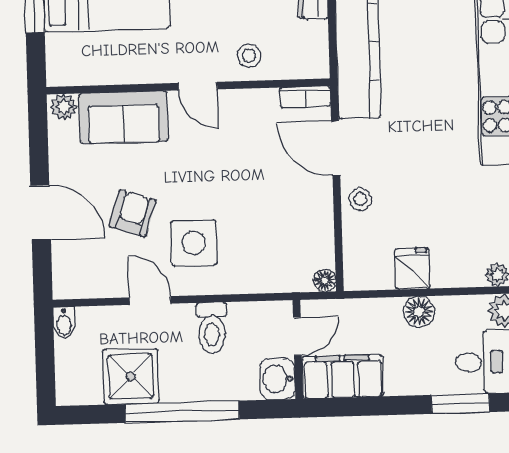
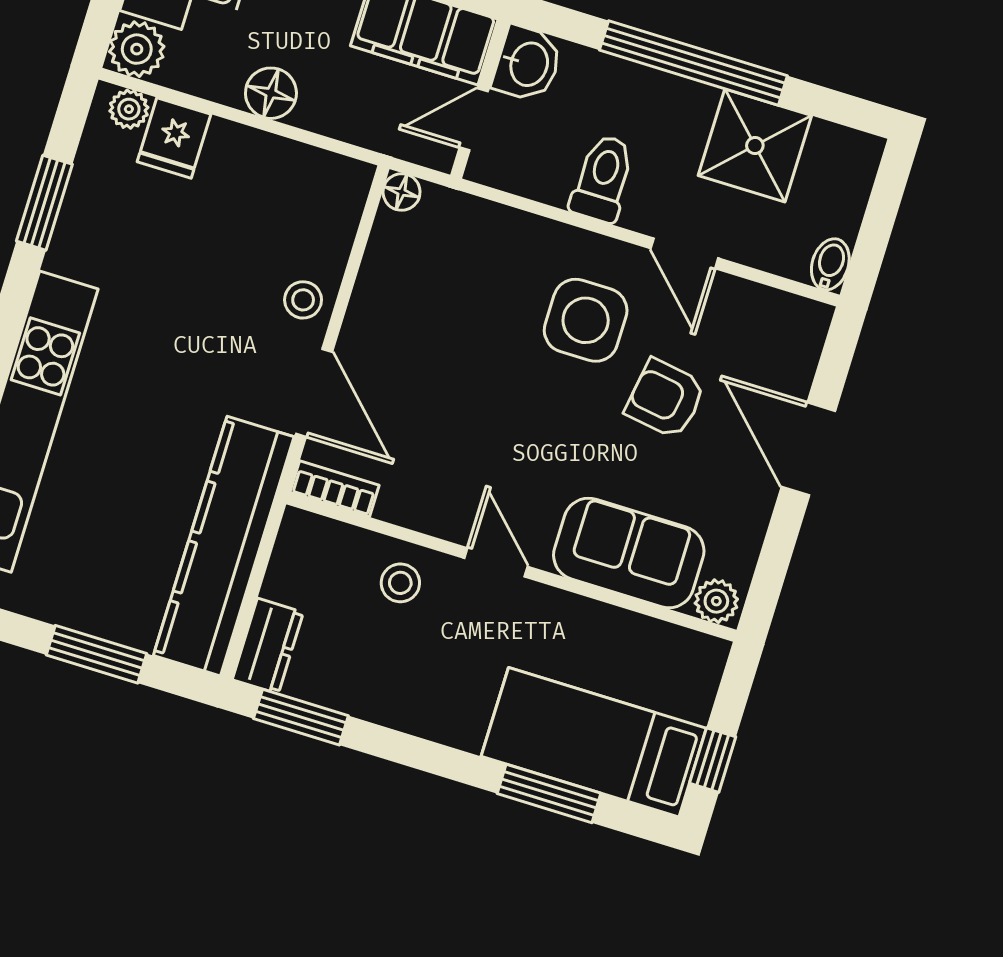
armchair: (133, 213) -> (665, 399), turned 81
fridge: (412, 269) -> (174, 138), moved

